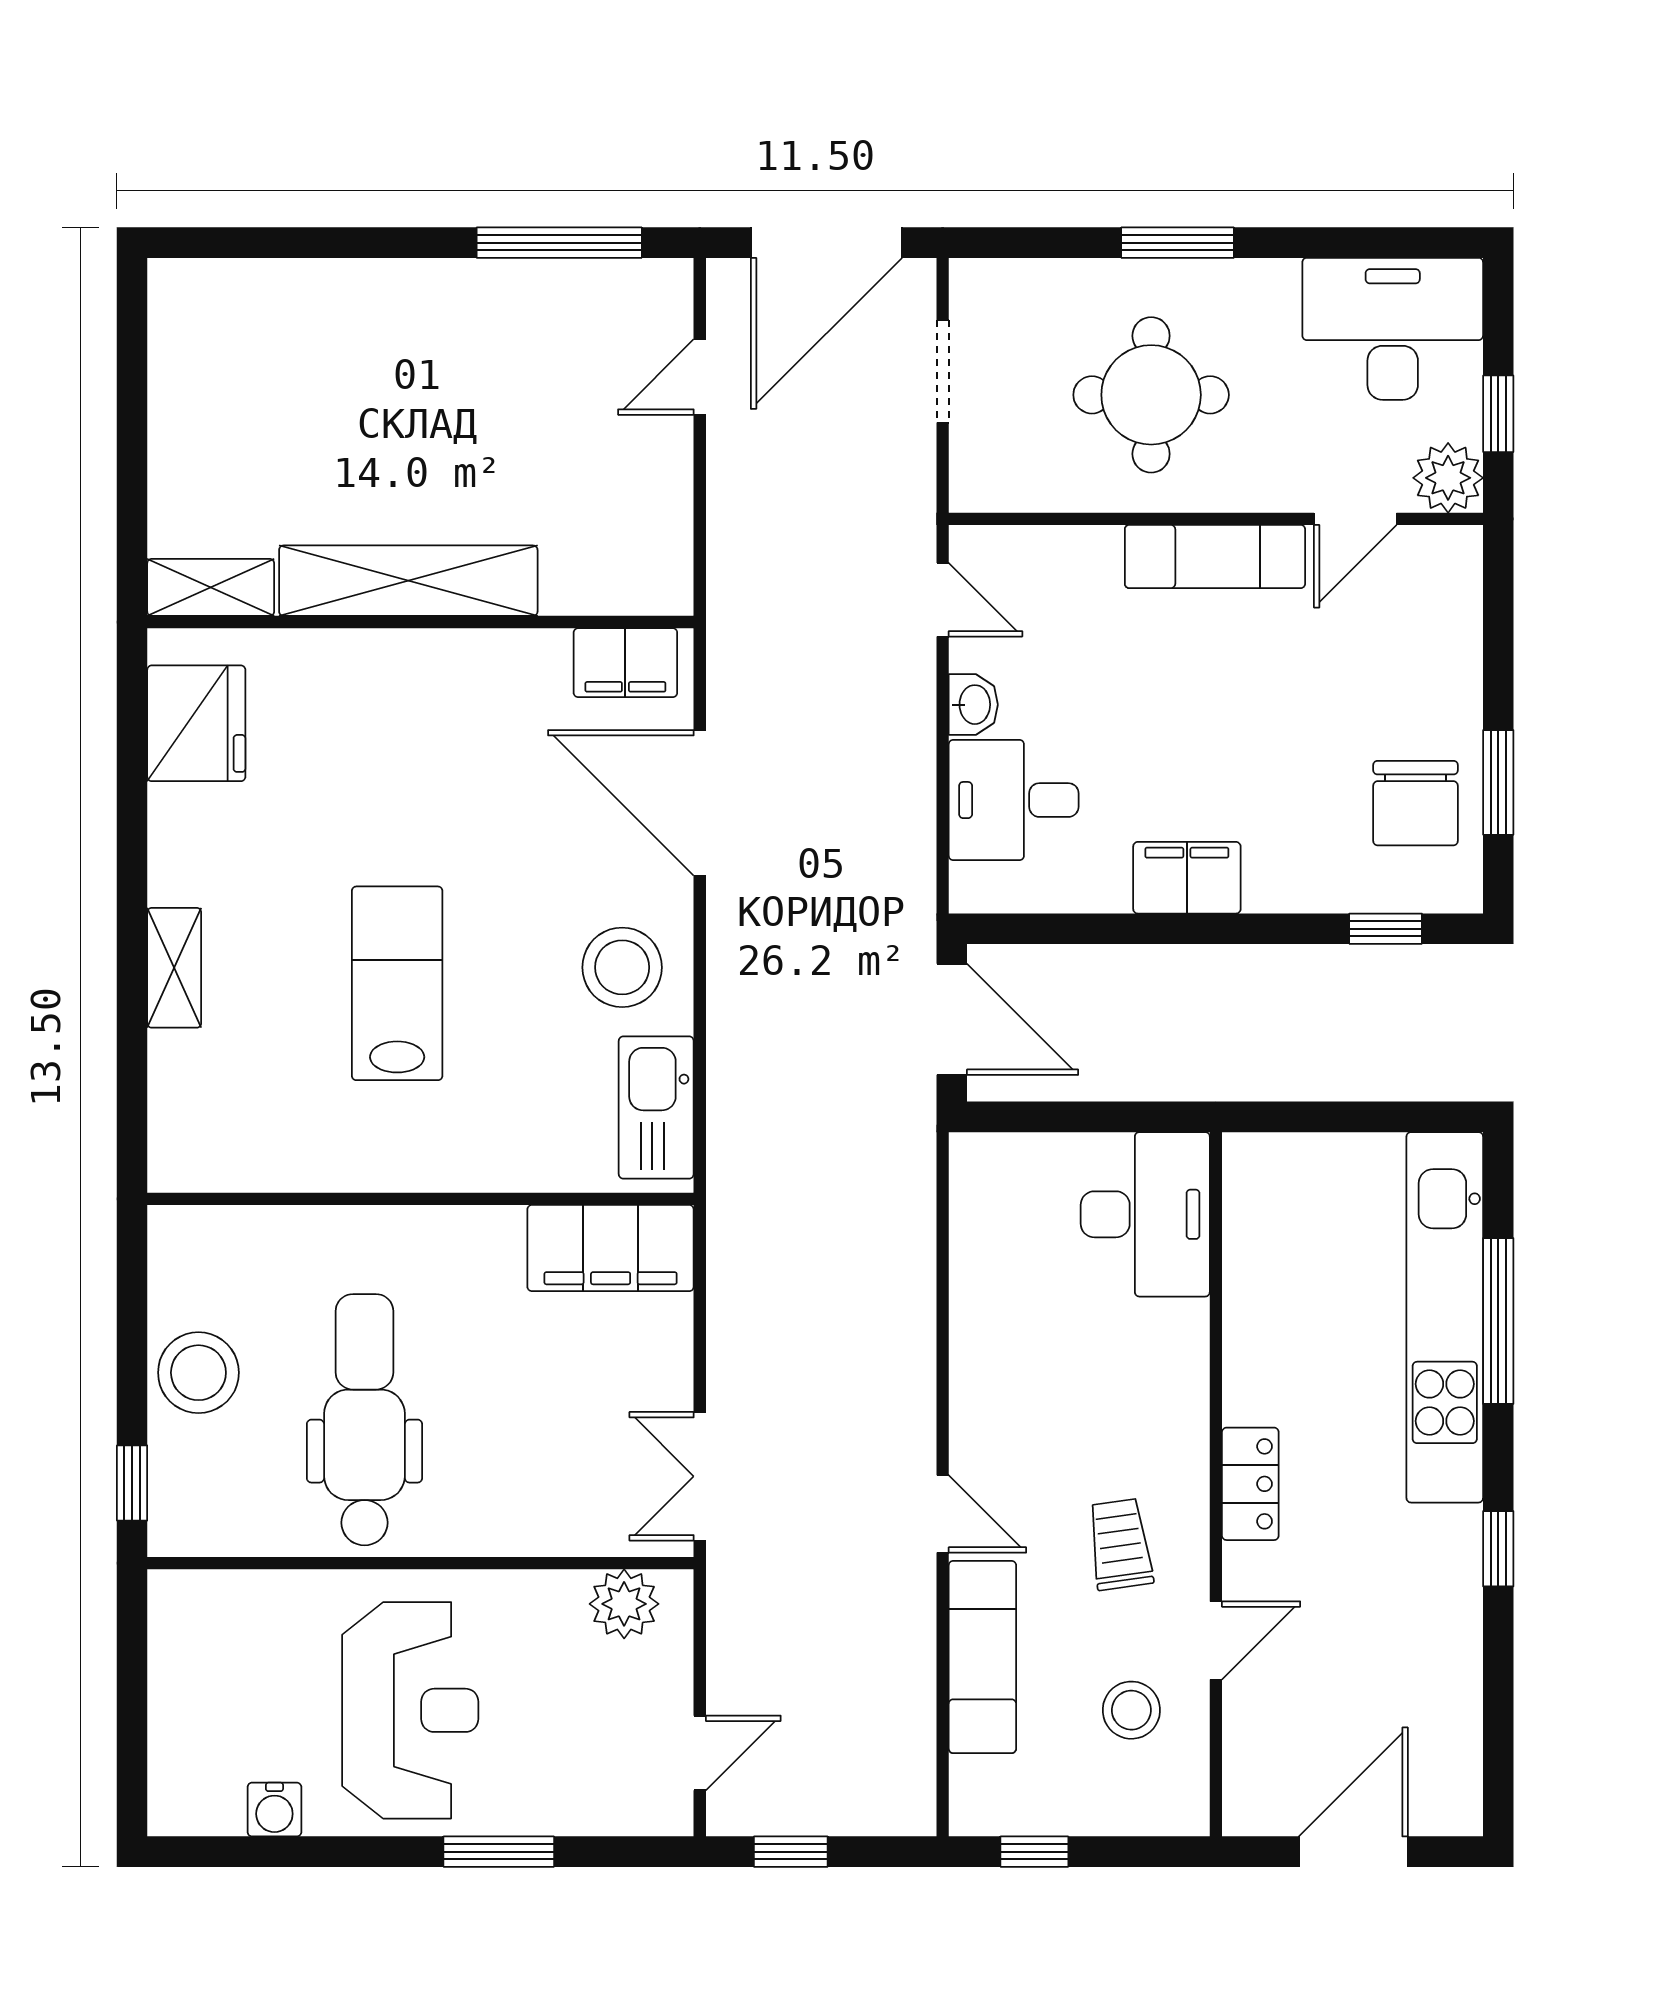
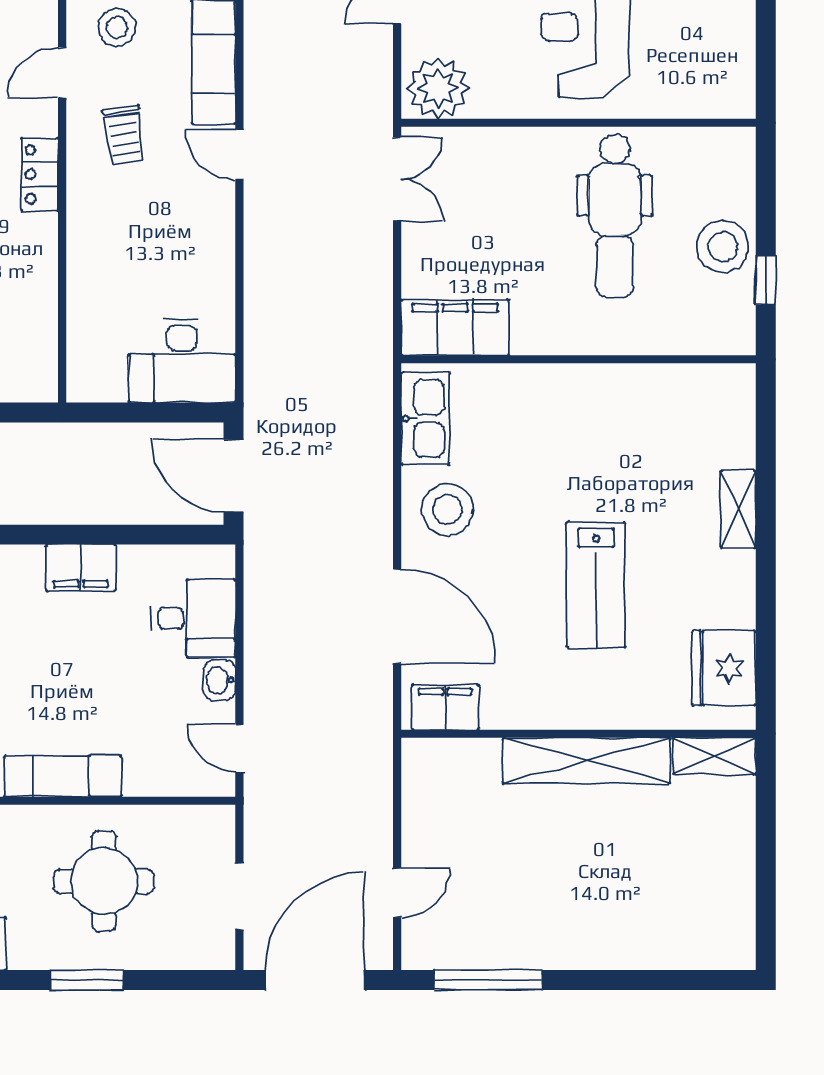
lab bench: (397, 983) -> (596, 585), moved
desk: (1145, 1214) -> (182, 361), moved, turned -90
window: (132, 1483) -> (766, 280), moved
plant: (624, 1604) -> (438, 88), width x1.36, depth x1.36

